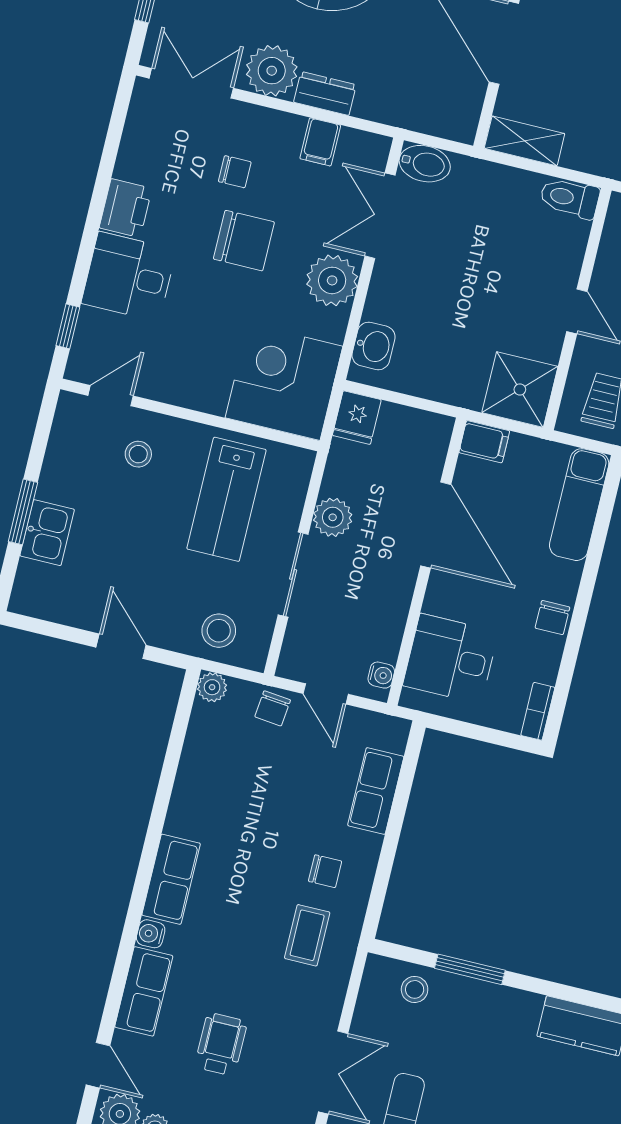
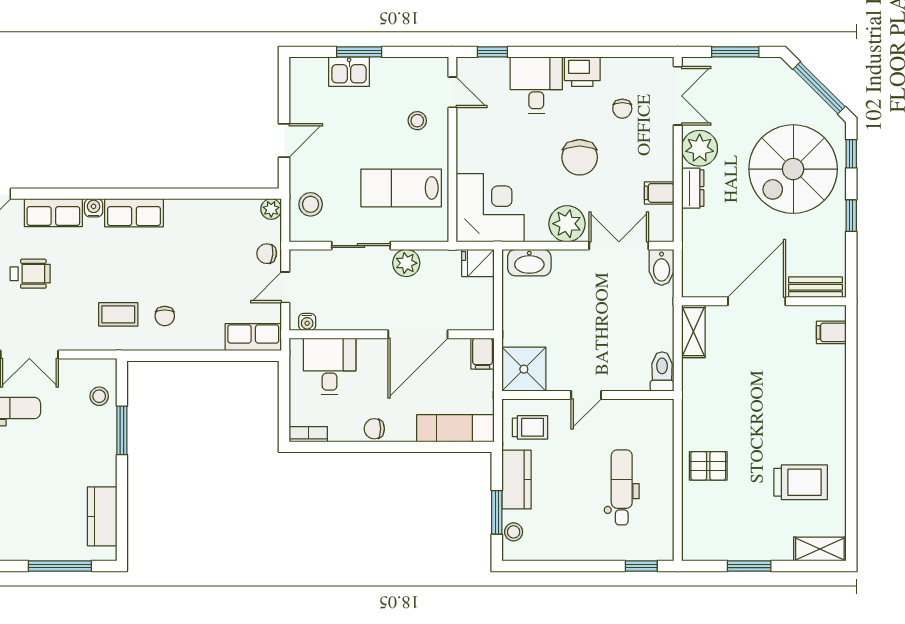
chair: (235, 172) -> (622, 109), moved
washbasin: (374, 346) -> (529, 263), width x1.38
row of seats: (376, 791) -> (253, 337), moved

